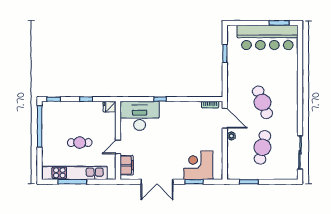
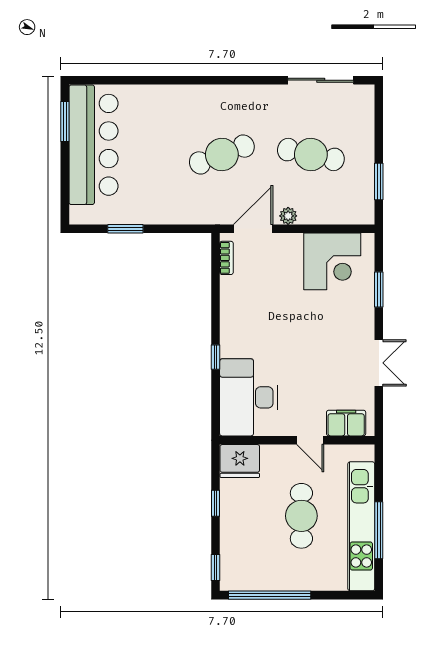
fridge: (110, 107) -> (240, 461), width x1.88, depth x1.34
cafe table: (80, 143) -> (301, 516), width x1.37, depth x1.35
corner desk: (198, 165) -> (332, 261), moved, turned -90
double door: (157, 182) -> (379, 363), width x0.73

